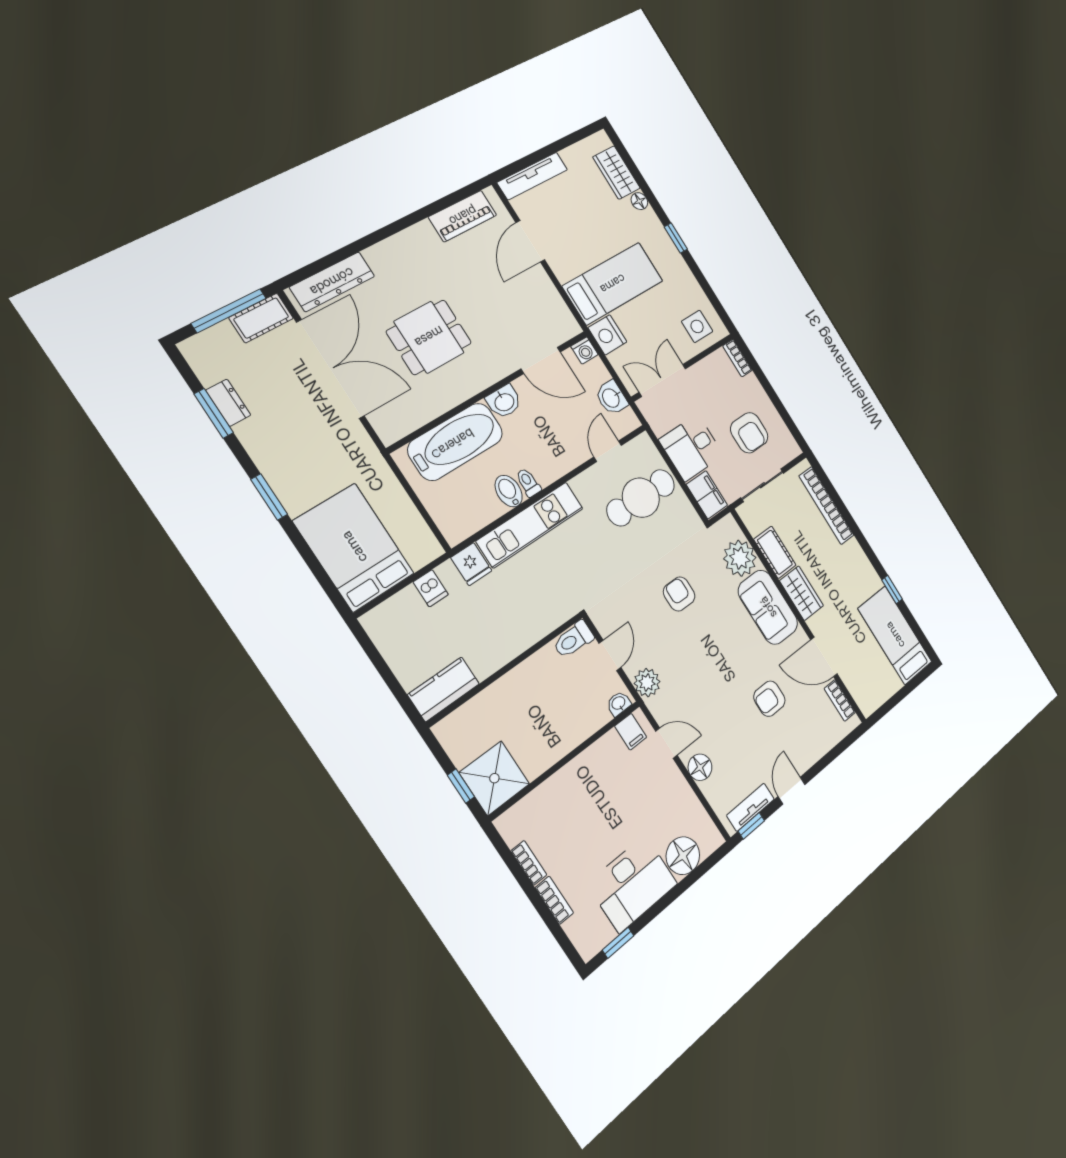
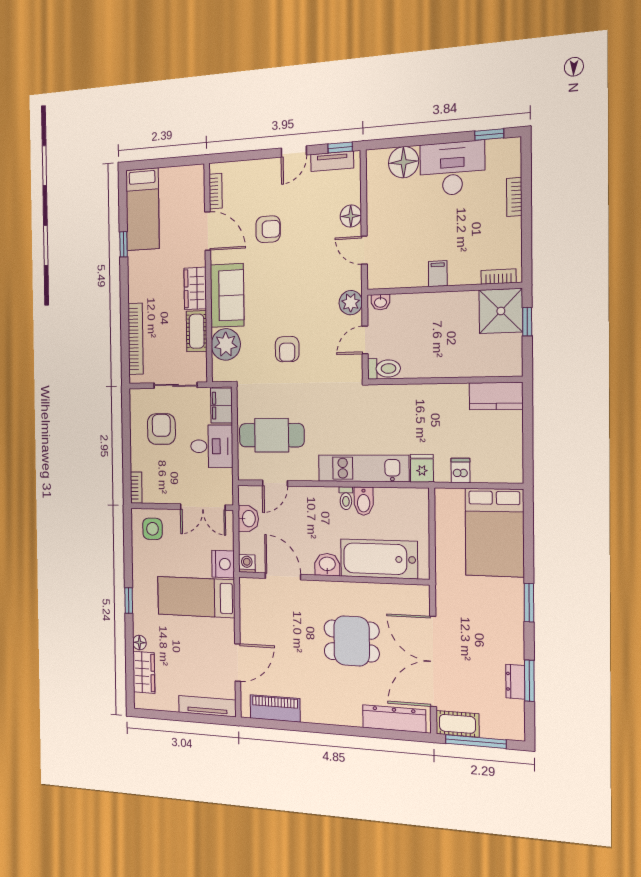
filing cabinet: (631, 732) -> (438, 274), moved
bookcase: (529, 863) -> (499, 277), moved, turned 90

